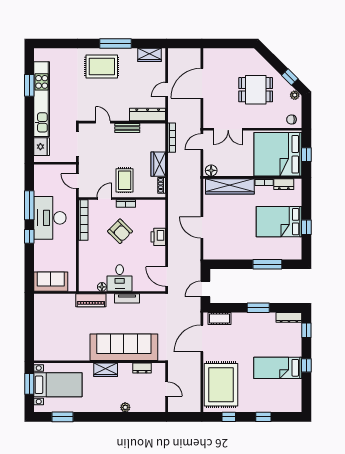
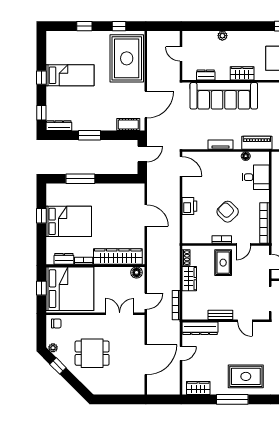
desk: (120, 278) -> (256, 177), moved, turned 90

